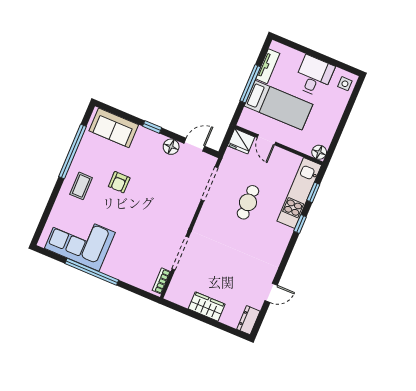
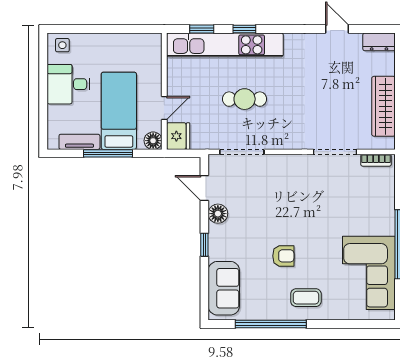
floor lamp: (319, 152) -> (153, 141), moved
kitchen unit: (299, 193) -> (225, 45), width x1.36
wardrobe: (207, 307) -> (384, 106), width x1.50

